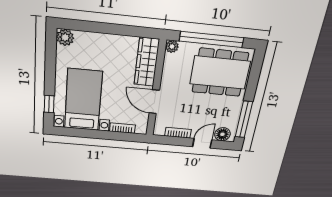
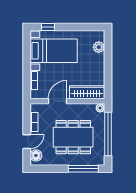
plant: (65, 37) -> (99, 47), moved
dining table: (220, 73) -> (73, 137), moved, turned 90
window: (244, 119) -> (83, 169), moved
door: (202, 143) -> (27, 142), hinge flipped

